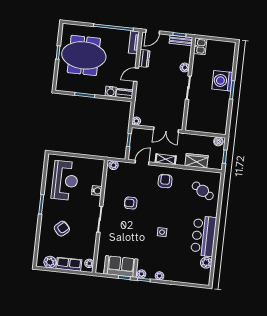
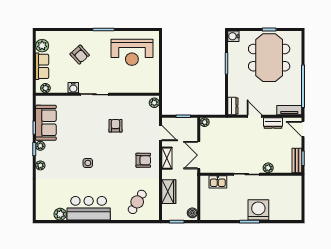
kitchen sink: (200, 46) -> (218, 182), moved
water cooler: (111, 92) -> (233, 36), moved
water cooler: (97, 191) -> (73, 88), moved

